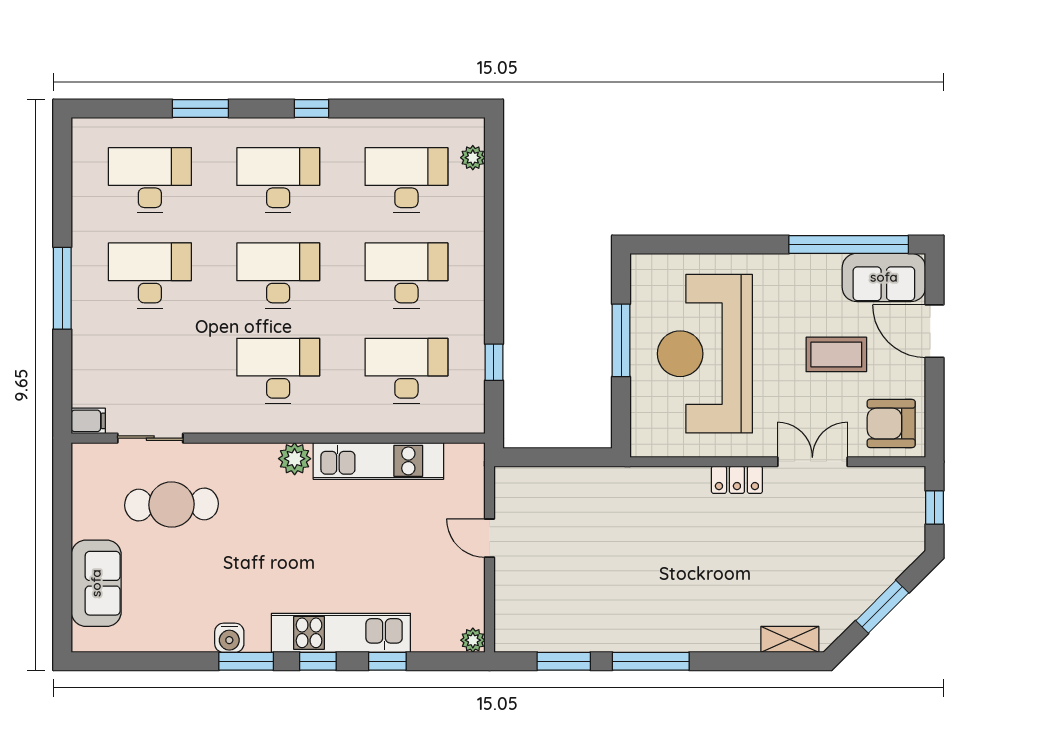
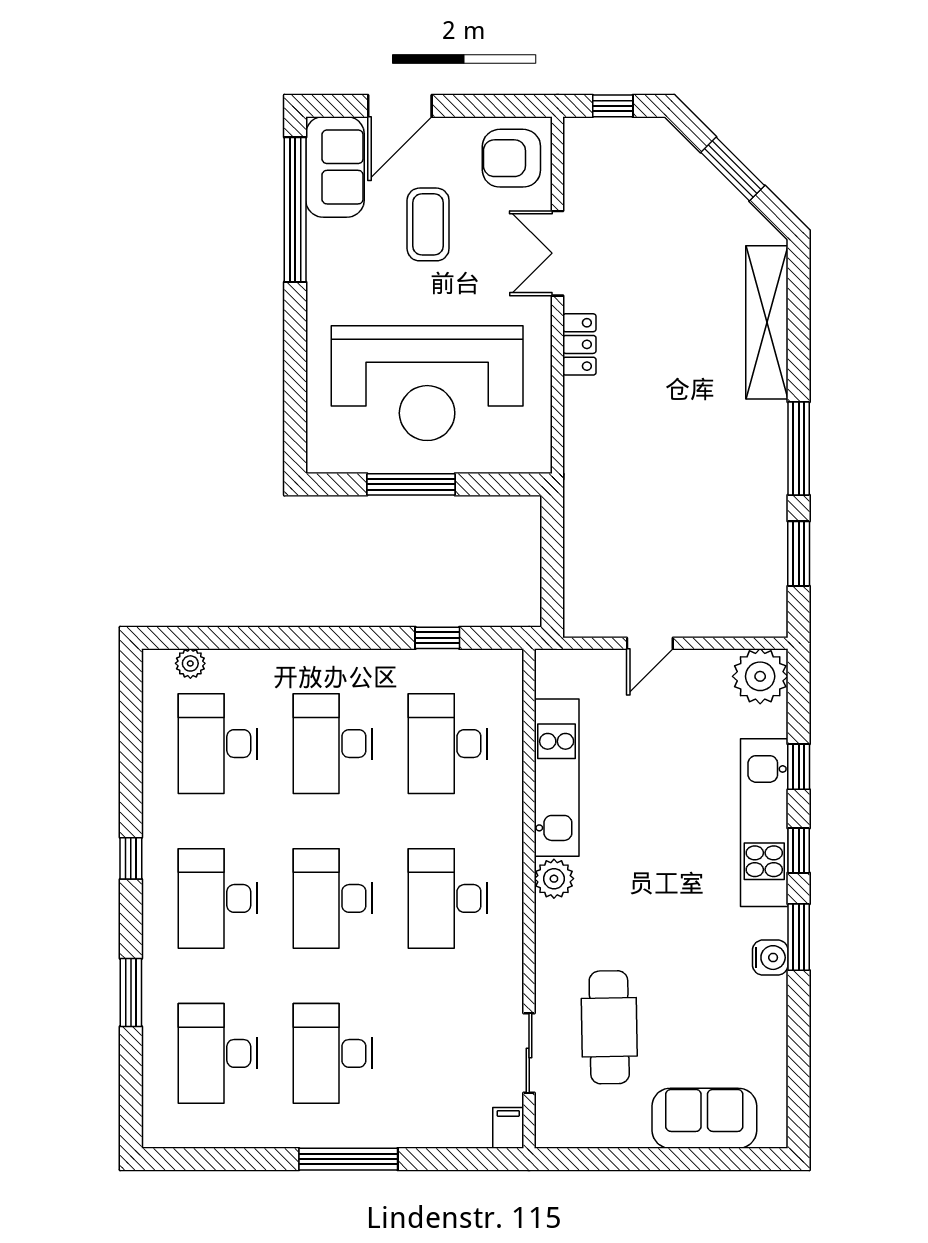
armchair: (891, 424) -> (511, 158), turned 90
shelving: (790, 639) -> (767, 322), width x2.20, depth x1.33
plant: (473, 640) -> (760, 676), width x1.87, depth x1.87

